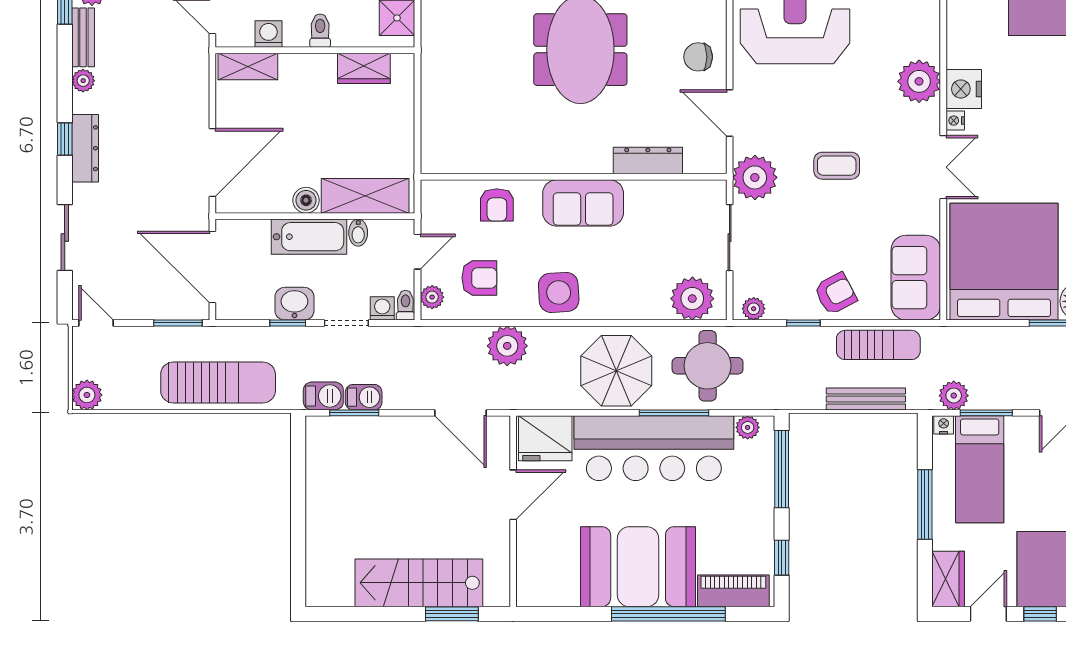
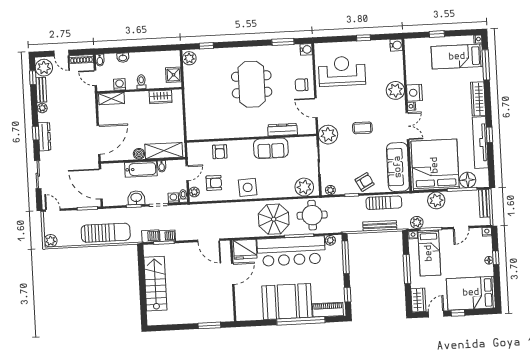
sofa: (583, 203) -> (271, 148), moved
sofa: (916, 278) -> (398, 167), width x1.36
plant: (507, 346) -> (436, 200), moved
stairs: (419, 583) -> (155, 284), moved, turned 90

